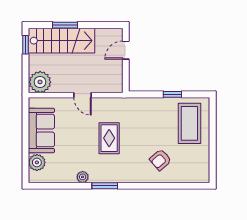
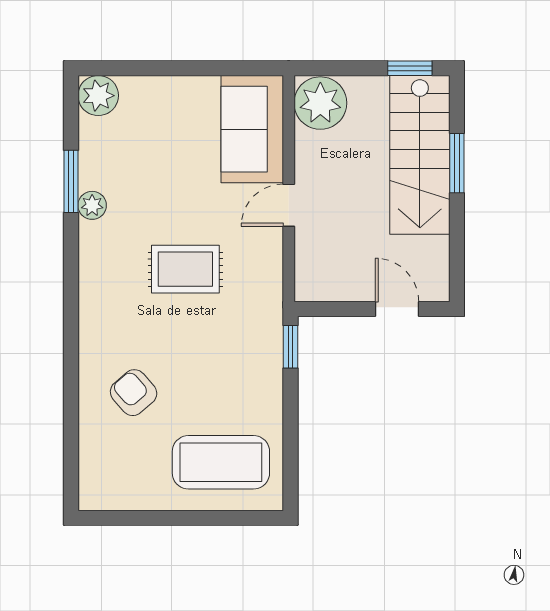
window: (172, 94) -> (290, 347), moved
sofa: (41, 131) -> (252, 129), moved, turned 90
plant: (37, 162) -> (98, 96), moved
window: (105, 186) -> (71, 181), moved

